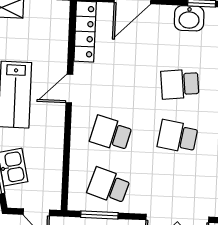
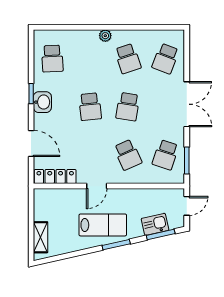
door: (69, 89) -> (97, 186), hinge flipped
school desk: (111, 134) -> (128, 155), turned -39

